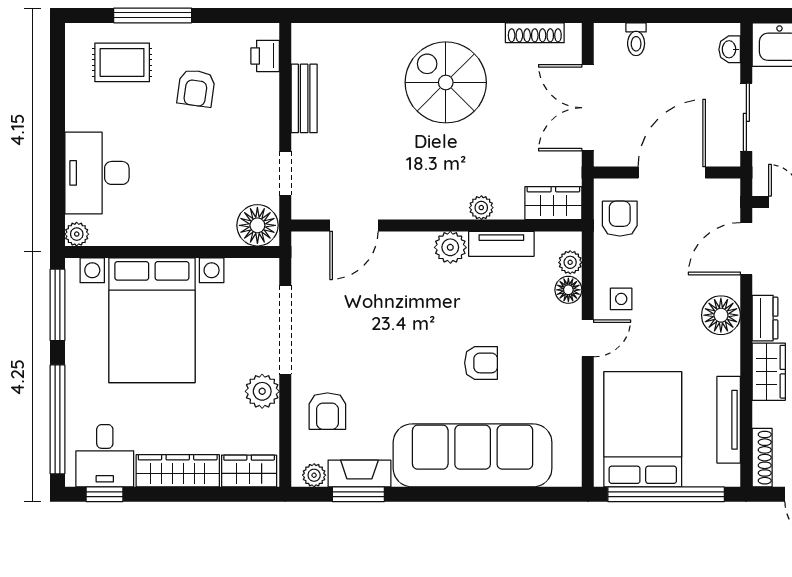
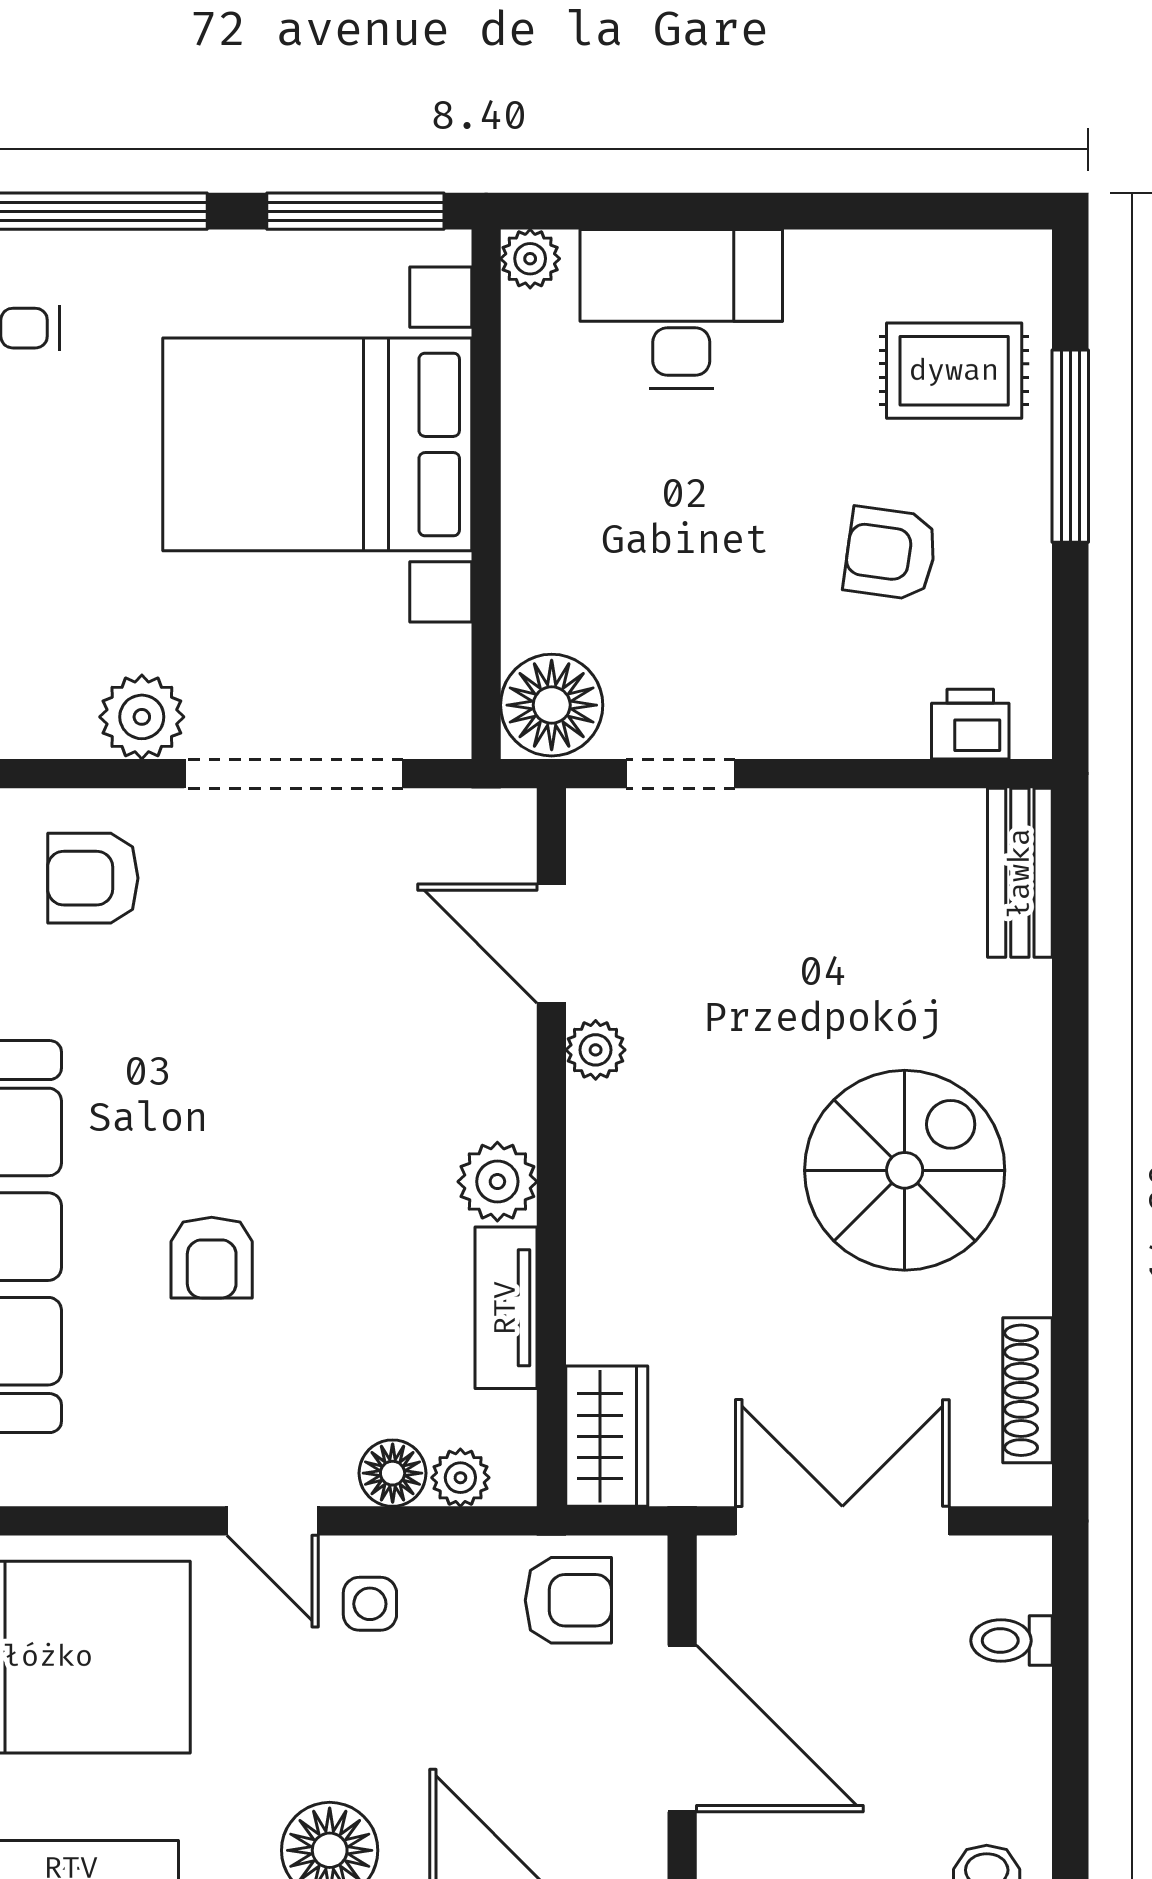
rug: (122, 62) -> (954, 371), turned 90
bench: (304, 98) -> (1020, 873), moved, turned 90
plant: (481, 208) -> (596, 1050), moved

